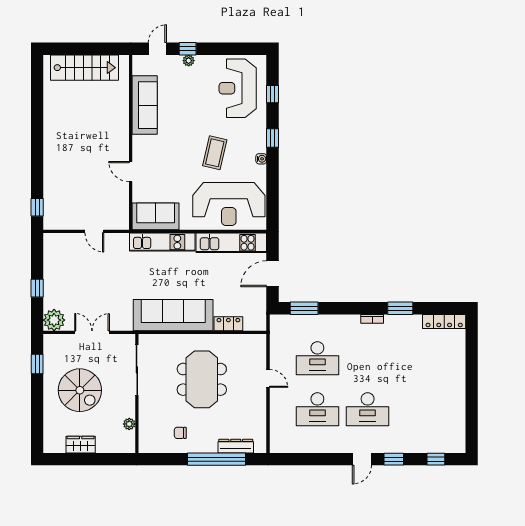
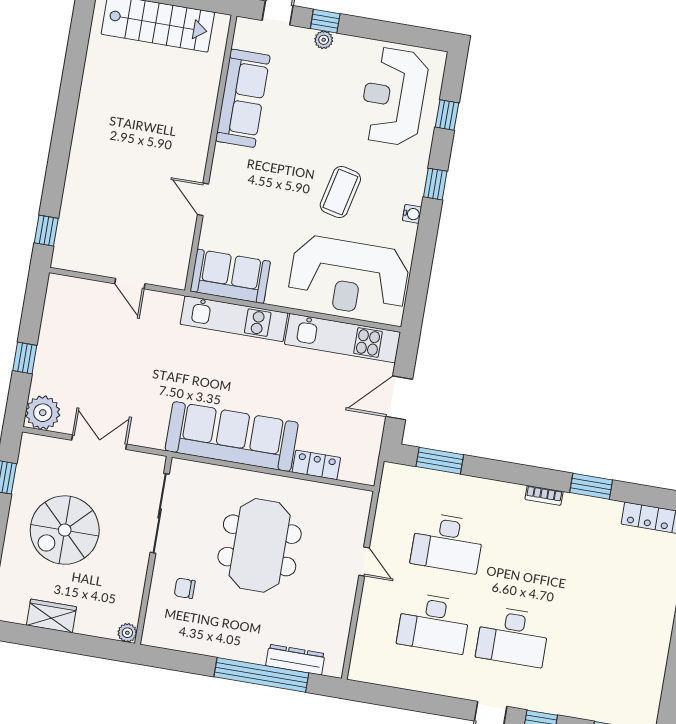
spiral stairs: (80, 390) -> (65, 530), turned 90
plant: (129, 424) -> (127, 633), moved
chair: (180, 433) -> (185, 588), moved

